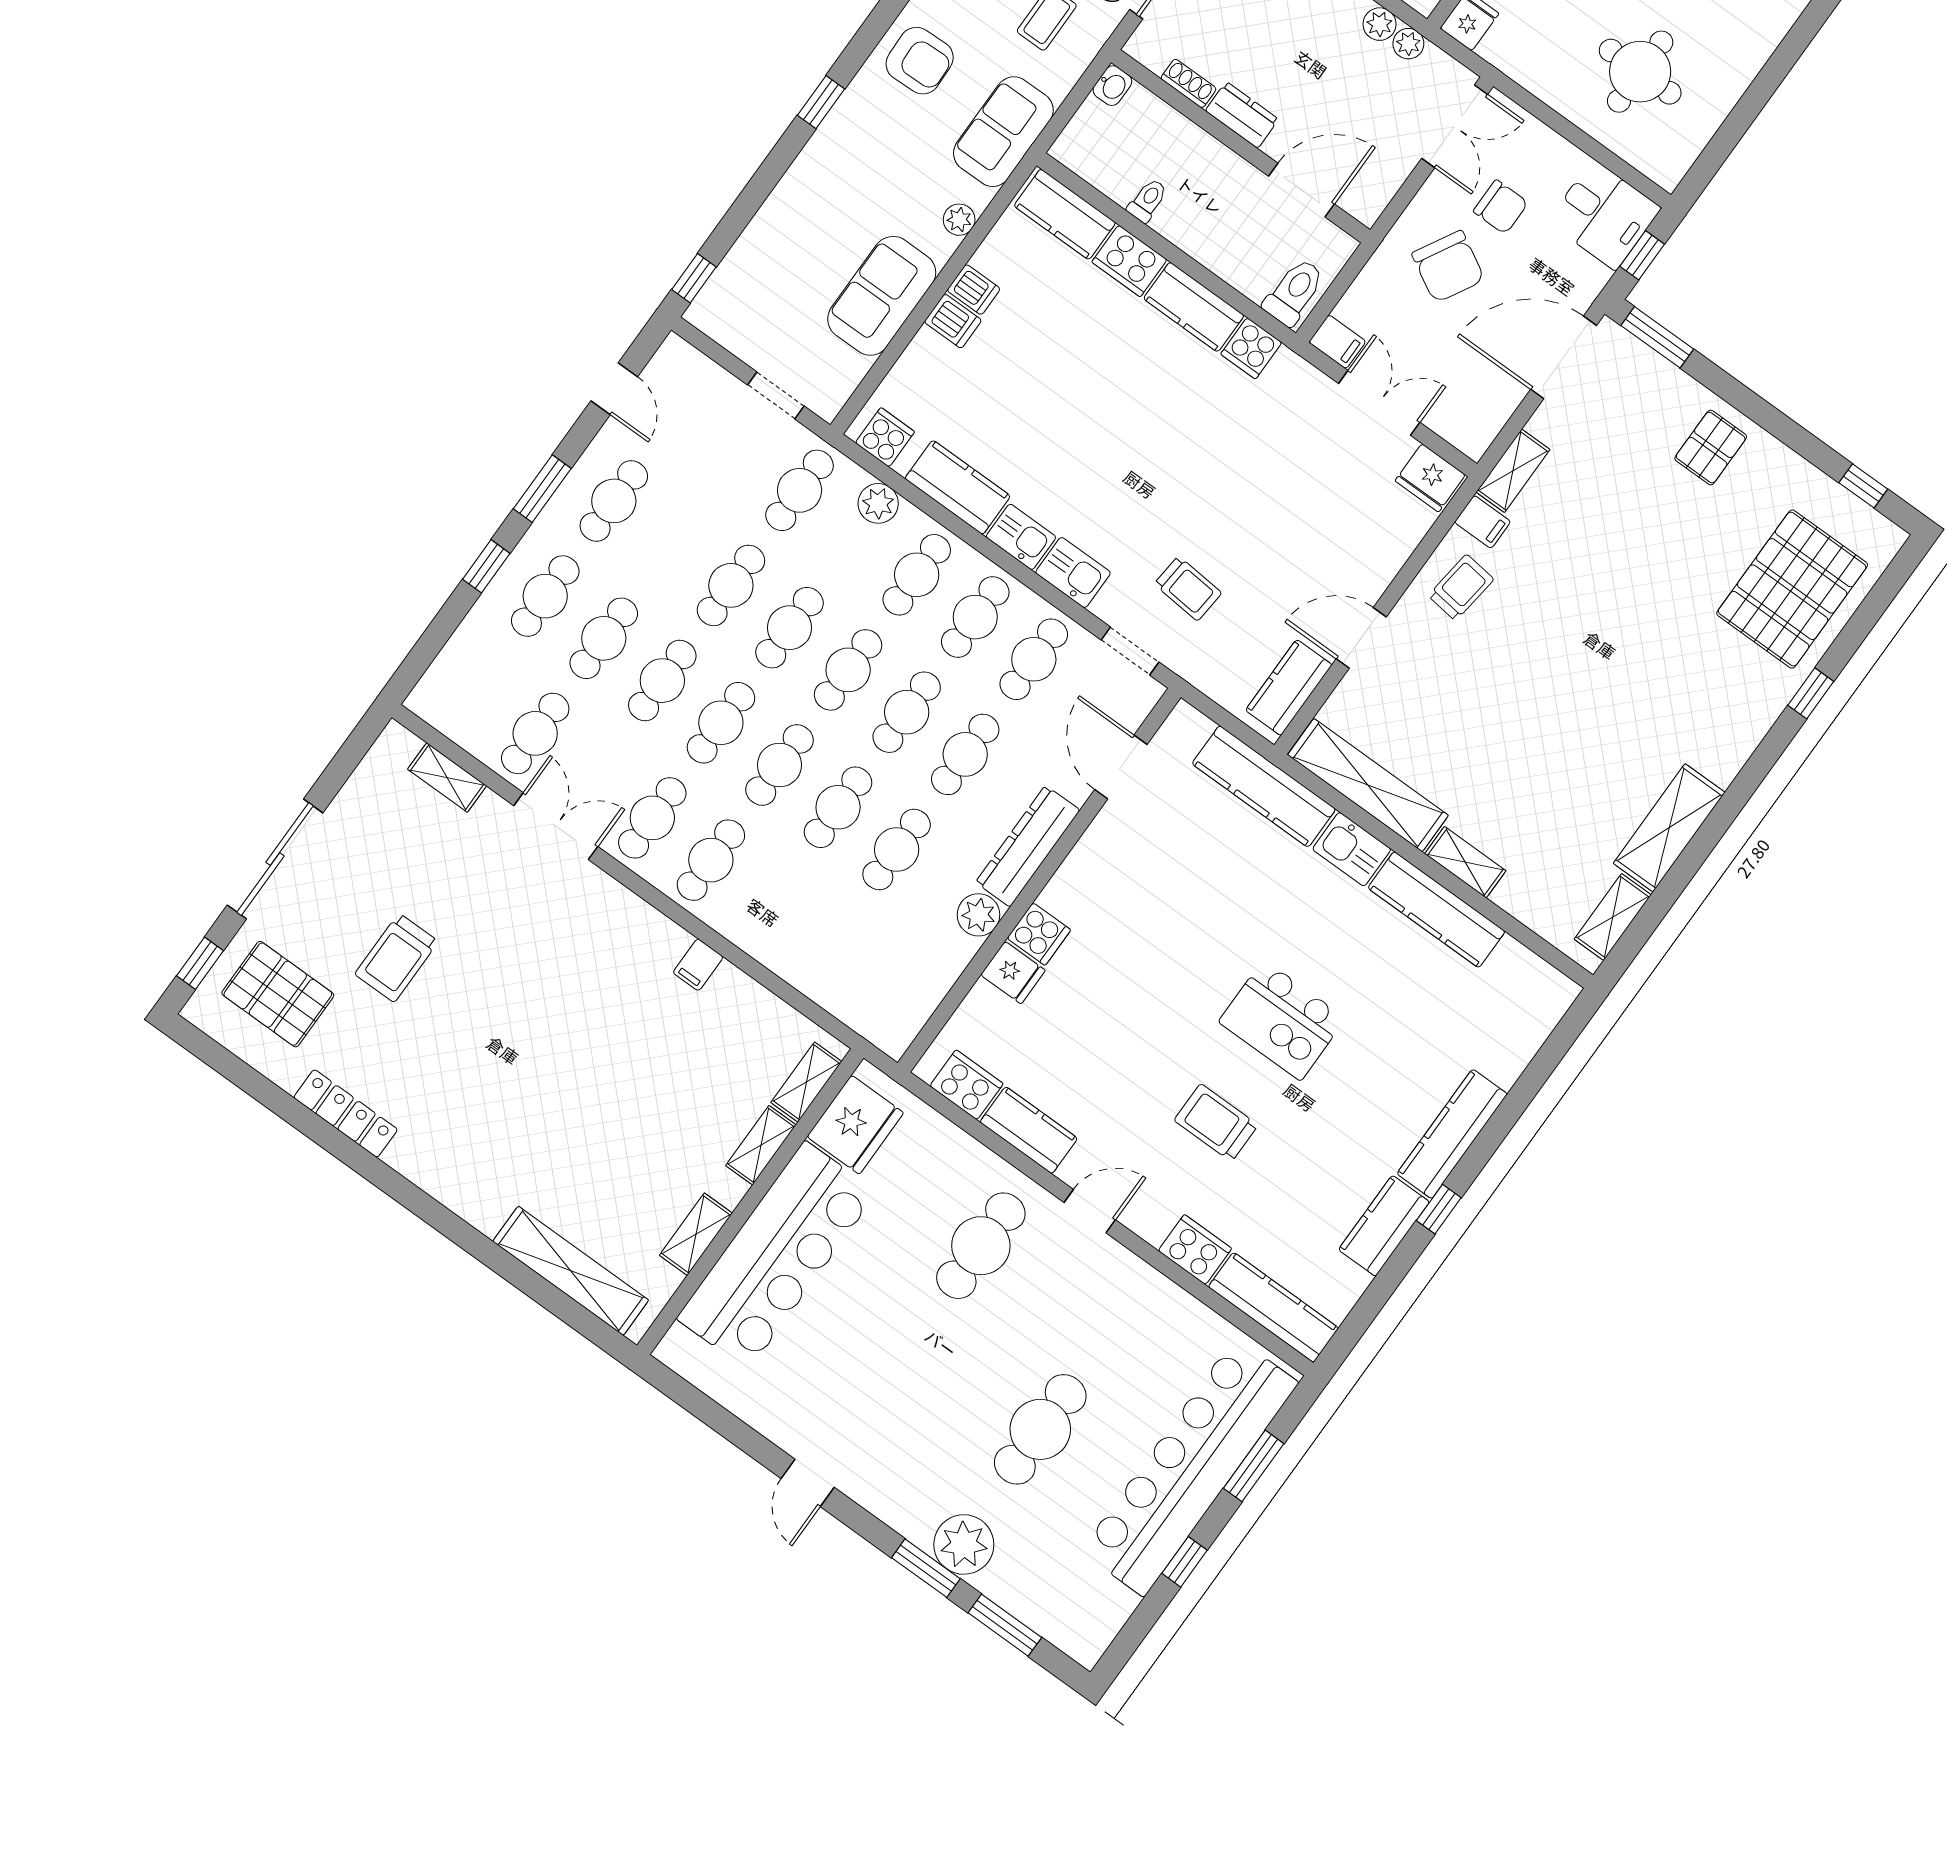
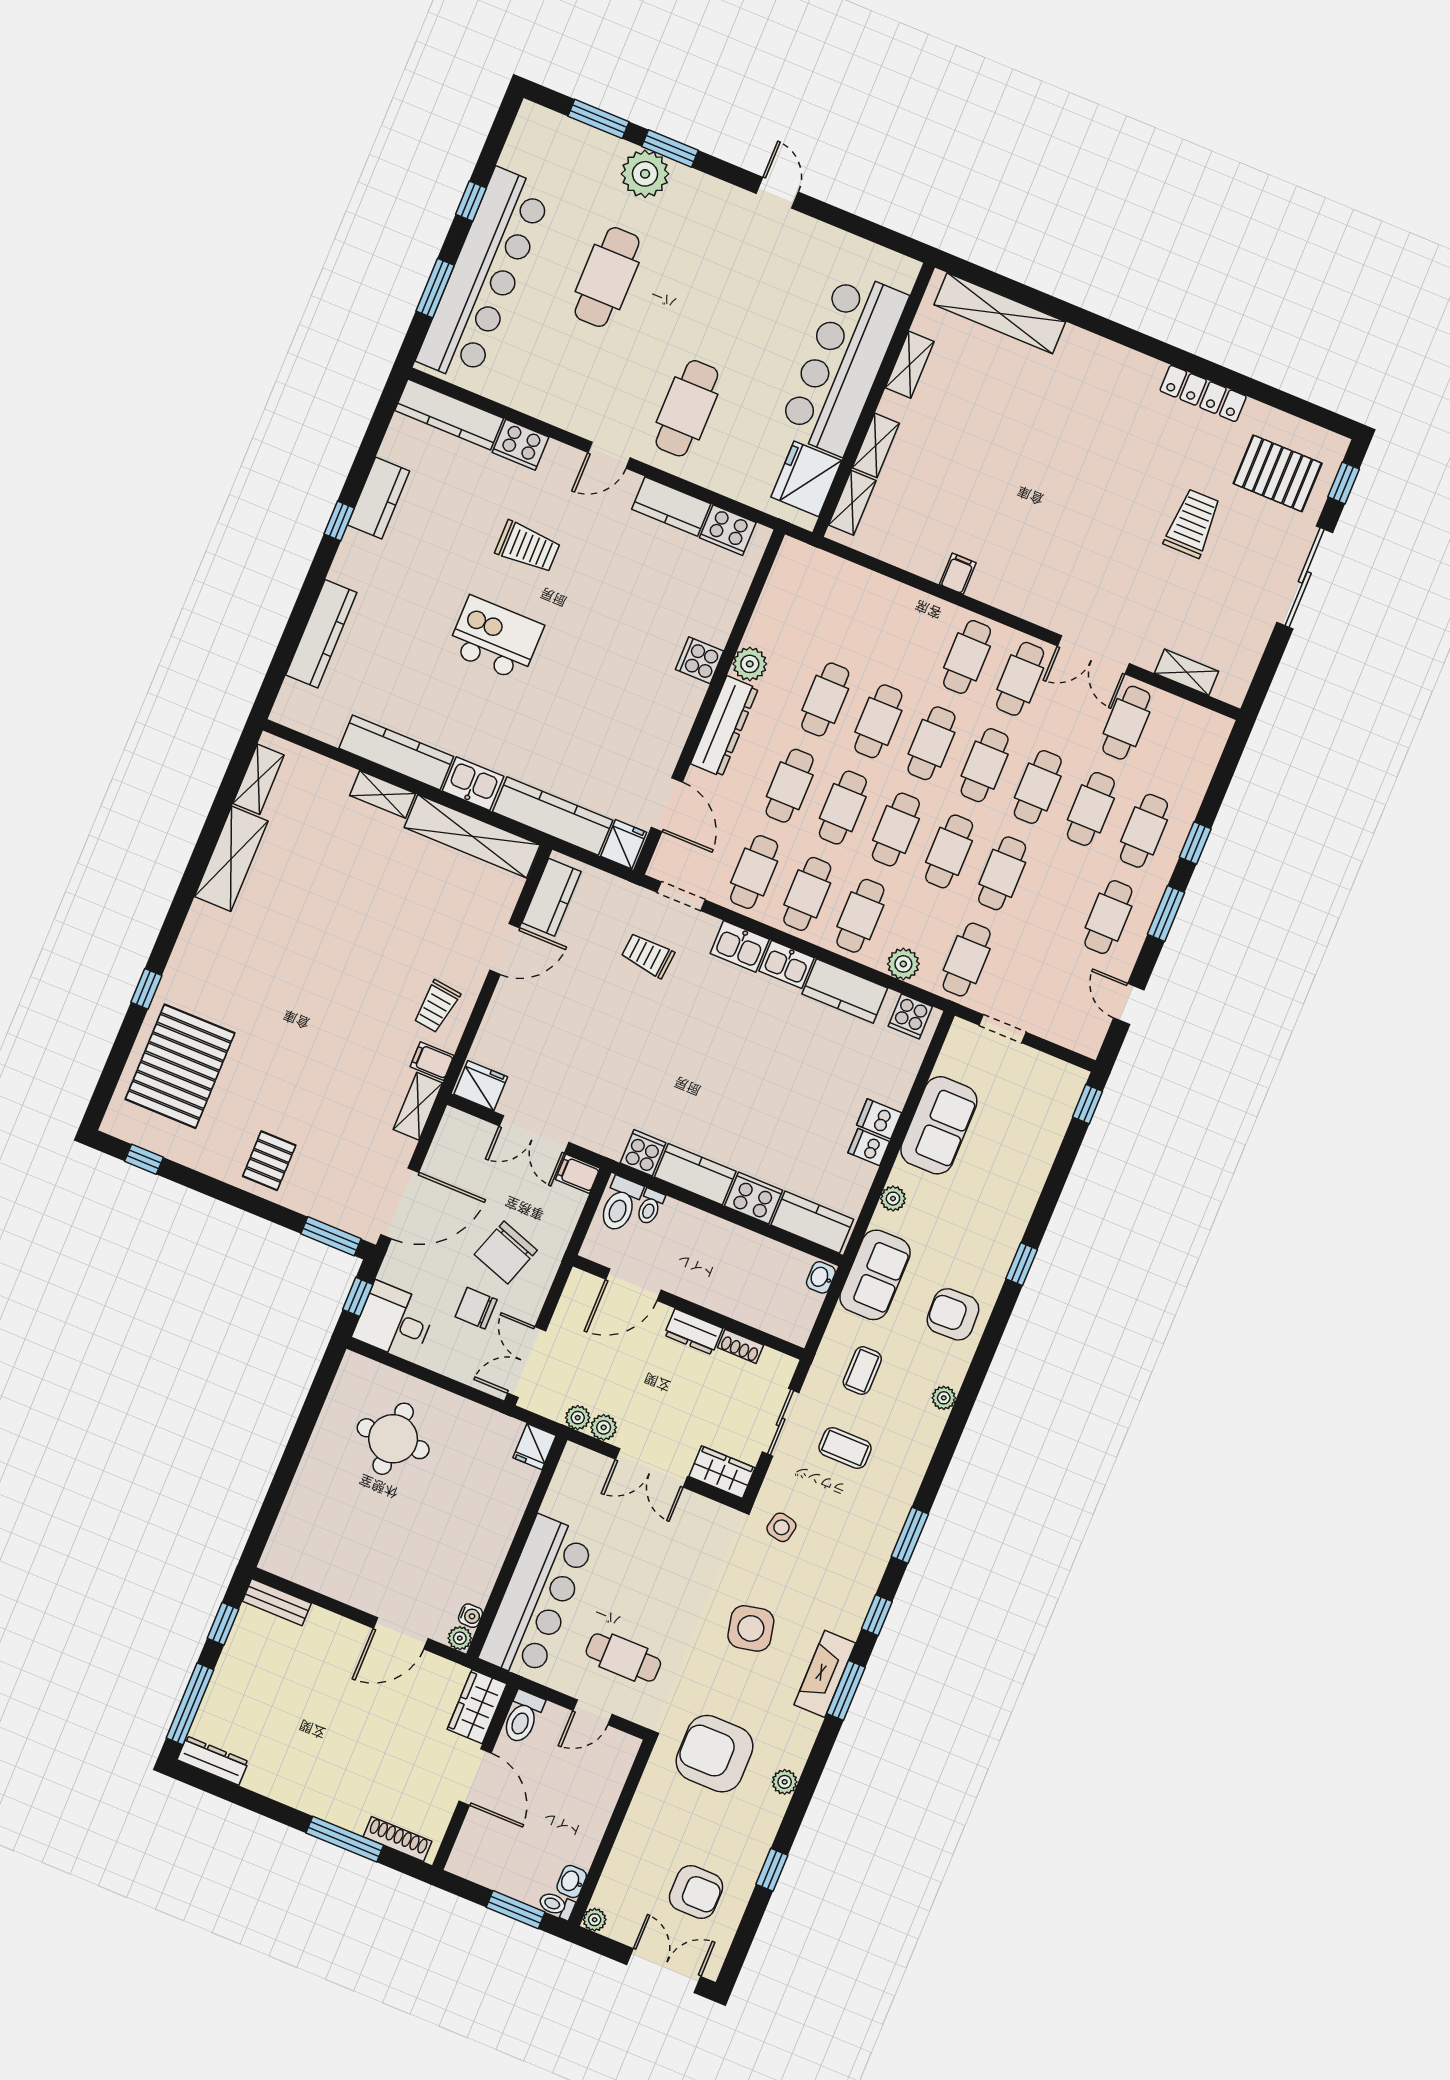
washbasin: (1112, 86) -> (821, 1277), moved
toilet: (1148, 200) -> (650, 1207), moved
chair: (1448, 266) -> (506, 1252), turned -100
fridge: (1013, 973) -> (624, 844), moved, turned 90
kitchen counter: (1452, 1134) -> (321, 634), moved

